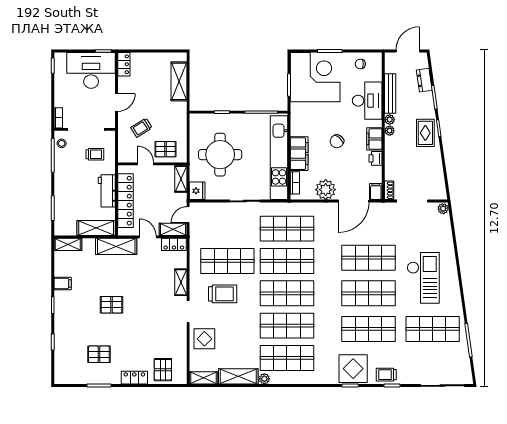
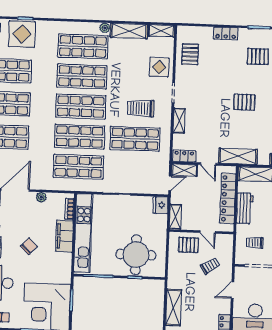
round table: (220, 155) -> (136, 255), moved
plant: (326, 190) -> (41, 197), width x0.53, depth x0.53
pallet: (163, 370) -> (190, 54), moved

